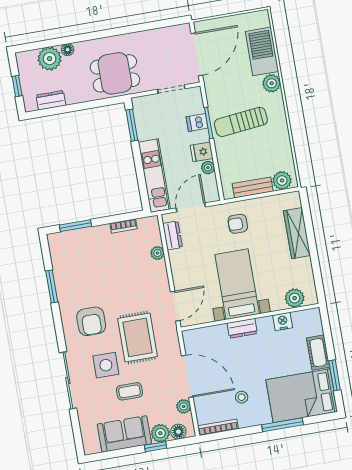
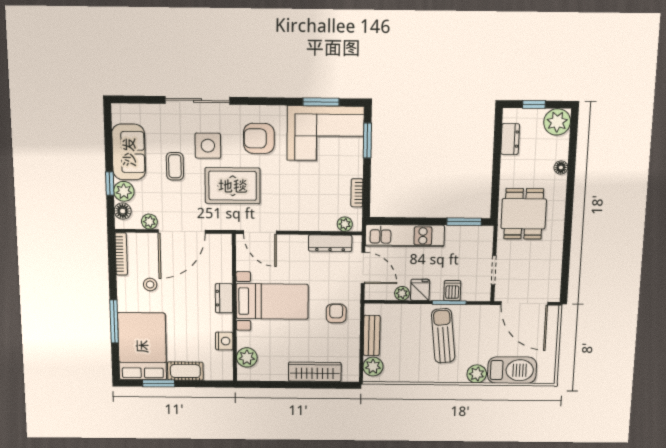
plant: (50, 59) -> (557, 122), moved
dresser: (172, 235) -> (330, 243), width x1.44
plant: (157, 253) -> (345, 224), moved
corner sofa: (76, 264) -> (326, 133), added
window: (52, 286) -> (321, 102), moved

